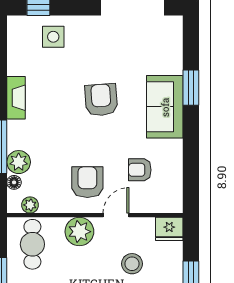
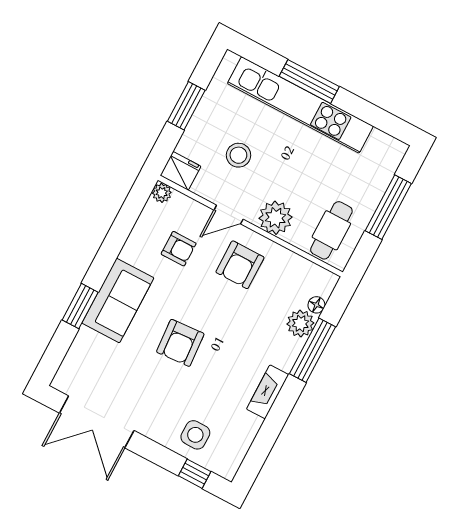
plant: (30, 205) -> (162, 193), moved

